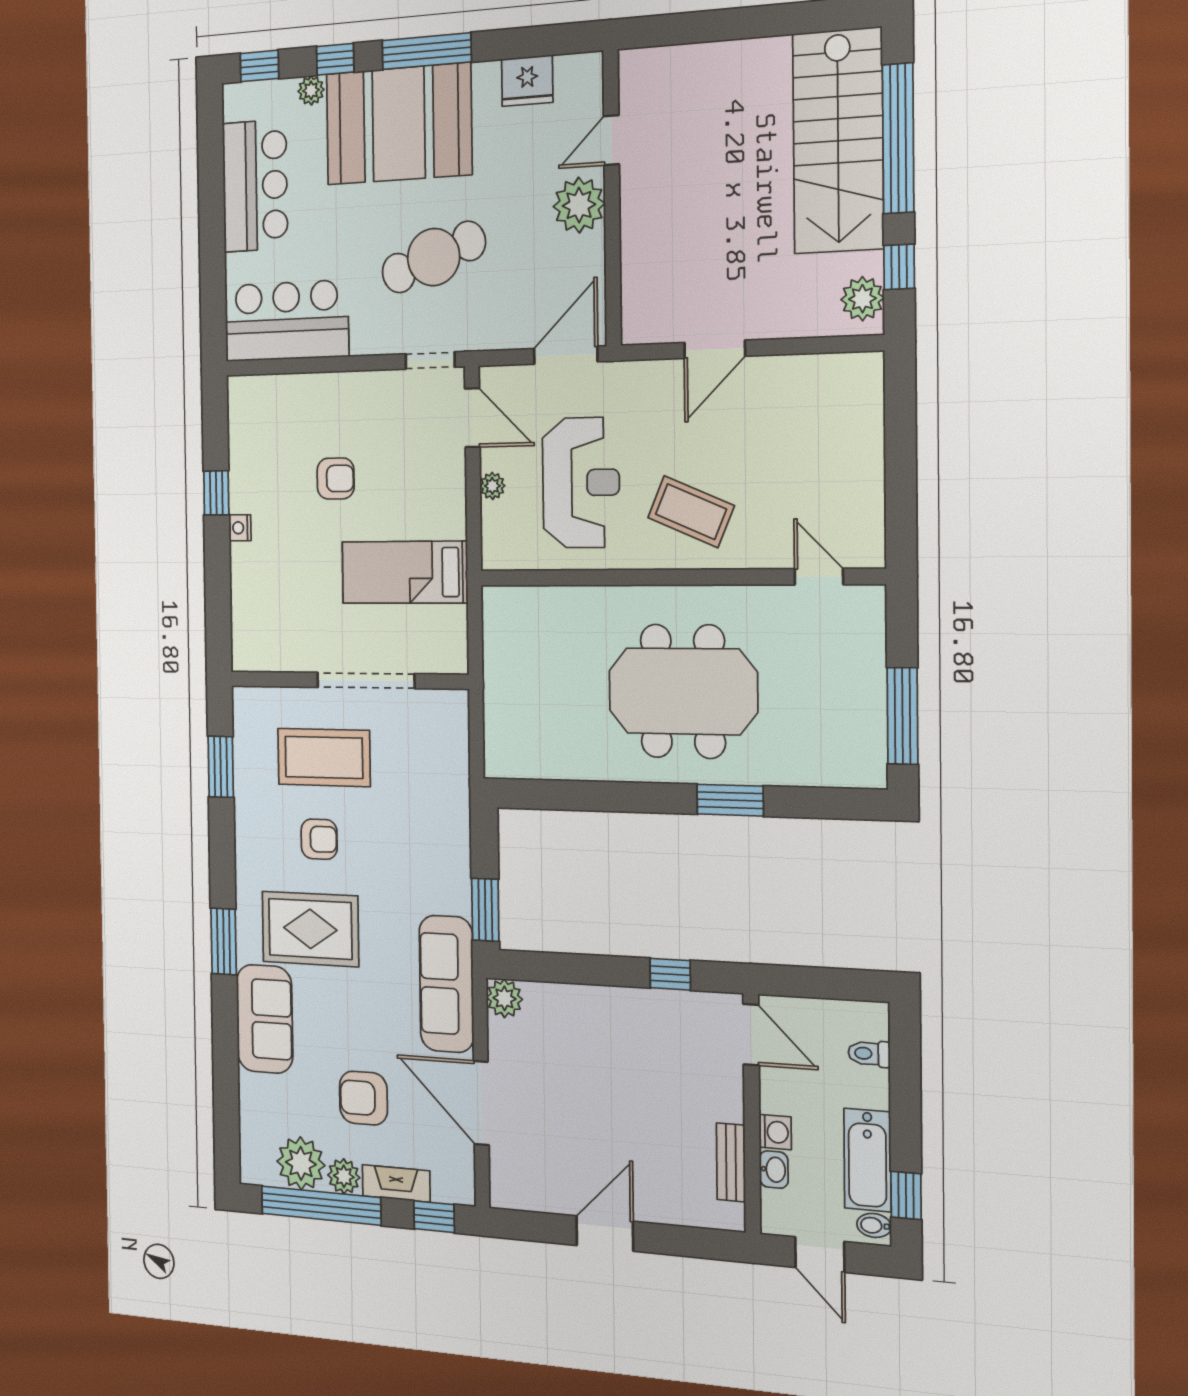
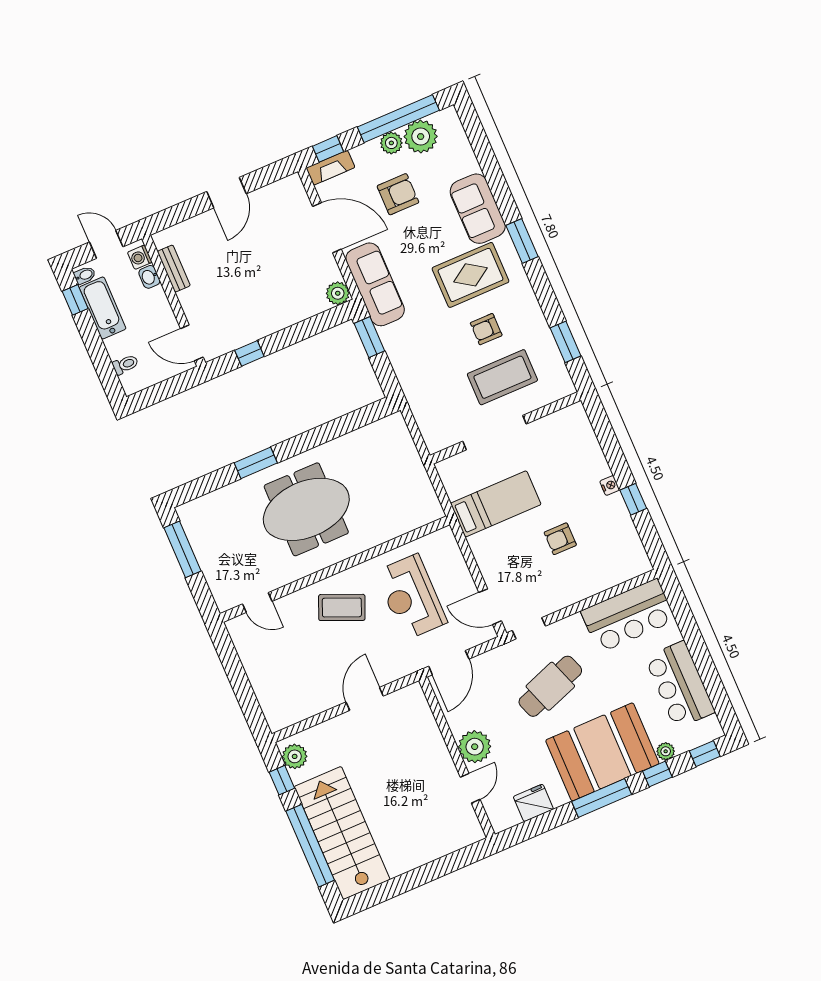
plant: (492, 486) -> (463, 574), removed
washing machine: (775, 1132) -> (140, 257), moved
fireplace: (396, 1183) -> (330, 168), moved

